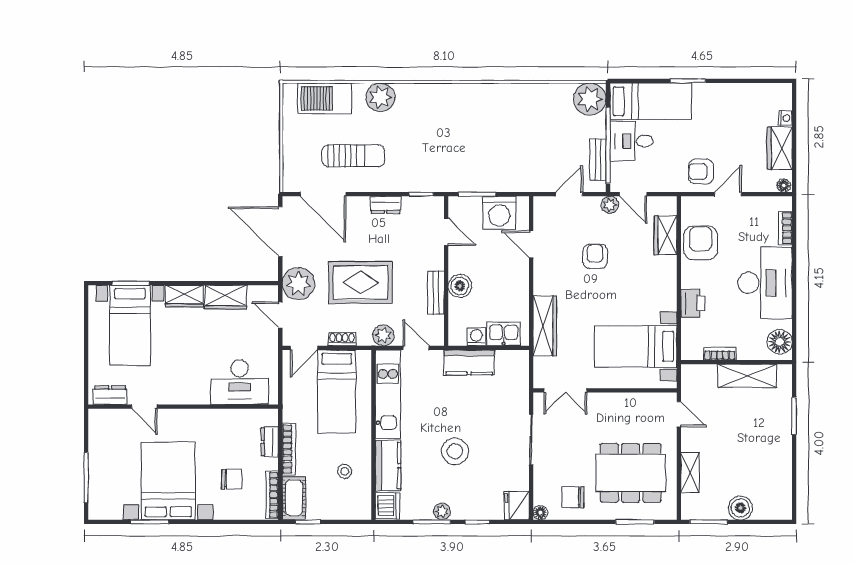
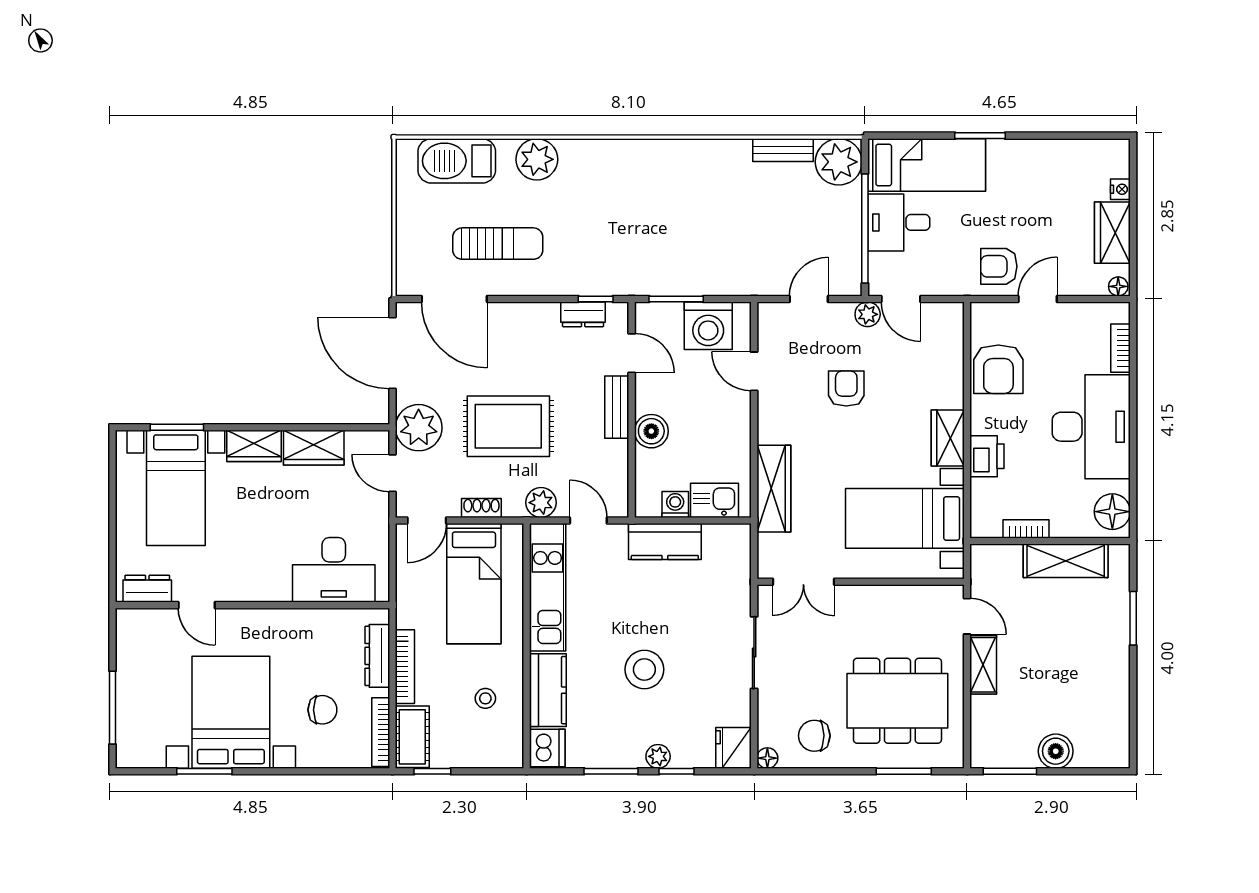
bench: (598, 160) -> (783, 150), moved, turned 90
dresser: (385, 205) -> (583, 314), moved
wardrobe: (665, 235) -> (948, 438), moved
armchair: (701, 243) -> (998, 369), turned 180
bench: (436, 293) -> (617, 407), moved
dresser: (270, 442) -> (377, 656), width x1.44
shelving: (690, 472) -> (983, 665), moved
plant: (442, 512) -> (658, 756), moved

